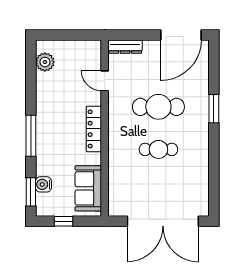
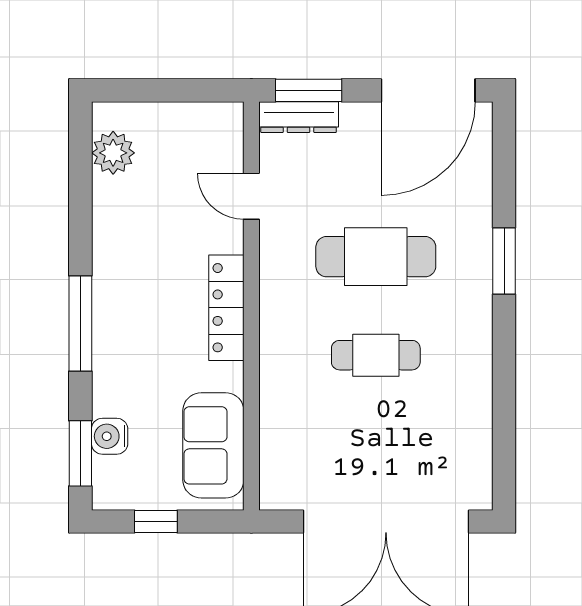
window: (129, 35) -> (309, 90), added

